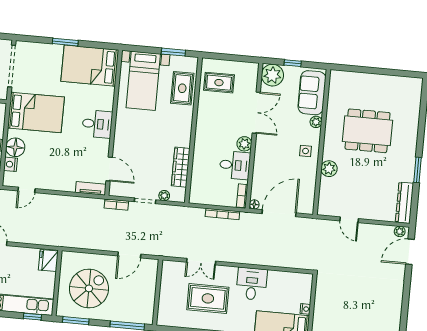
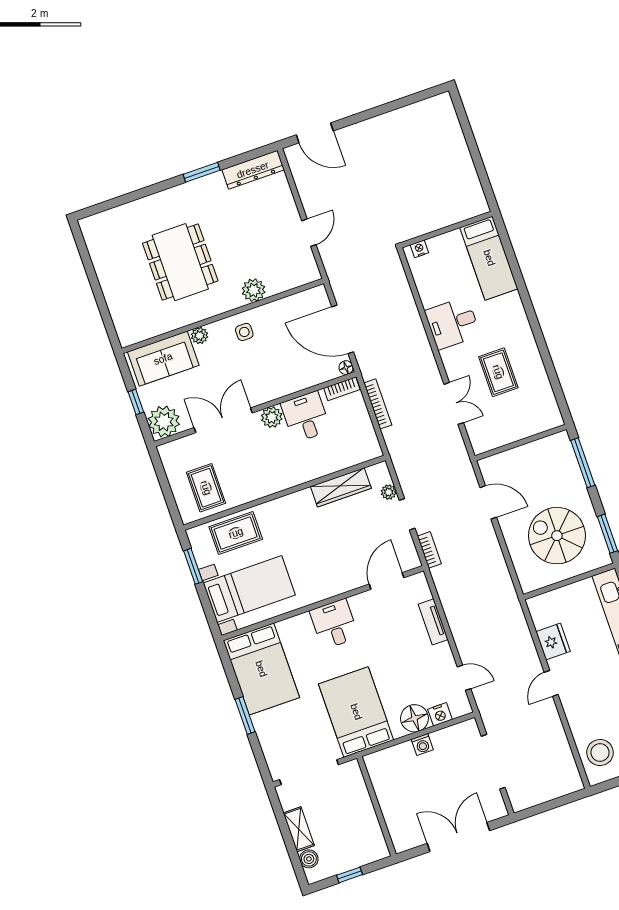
tv unit: (91, 188) -> (433, 622), moved
plant: (400, 231) -> (294, 159), removed
fridge: (48, 260) -> (553, 642), moved, turned -90
rug: (208, 298) -> (498, 372), width x0.73, depth x0.70
nightstand: (305, 309) -> (419, 249), moved

